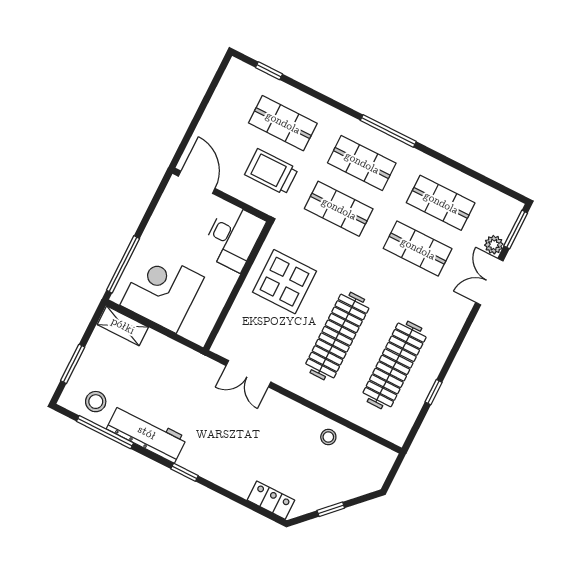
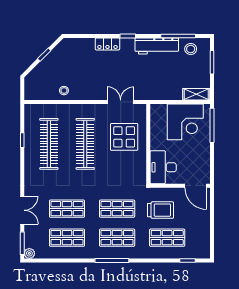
plant: (494, 245) -> (29, 253), moved
display table: (284, 282) -> (124, 137), moved
locker: (271, 500) -> (107, 44), moved

